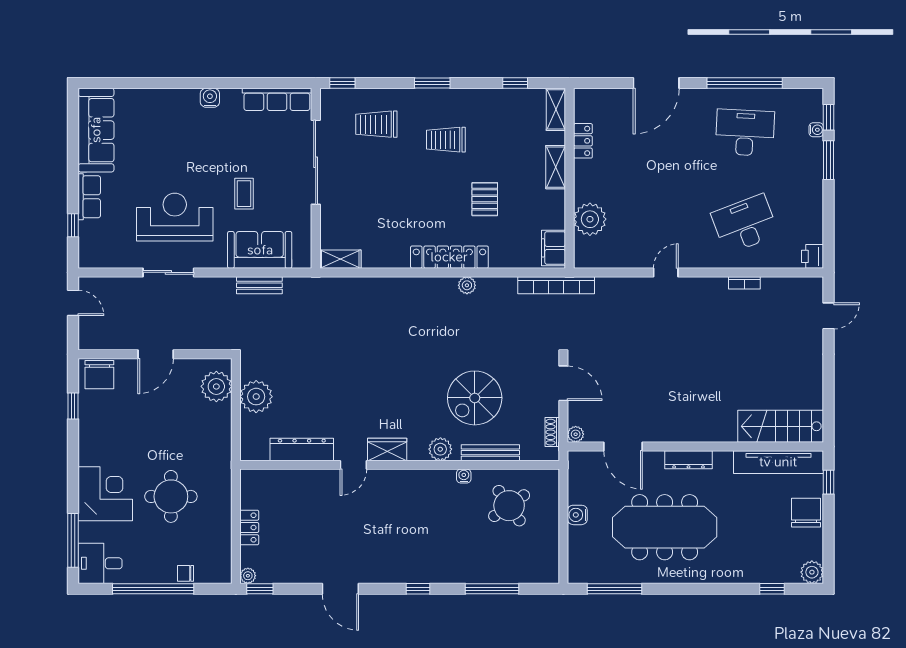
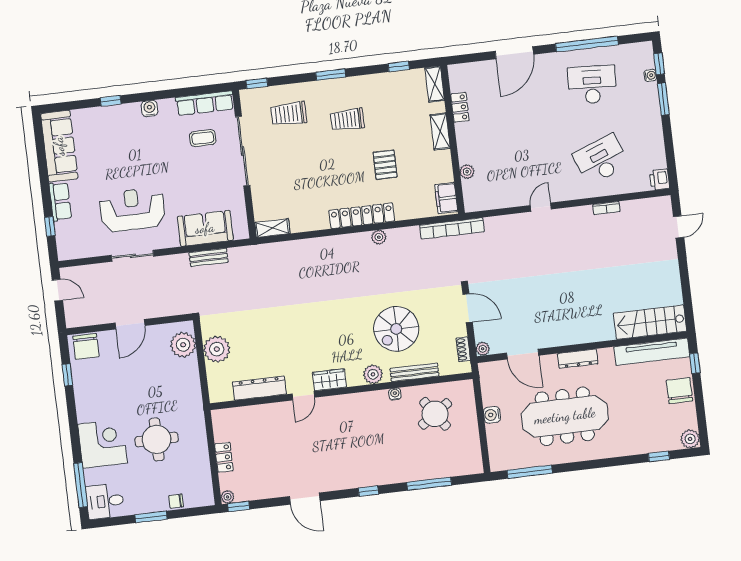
window: (164, 83) -> (111, 101), added
coffee table: (244, 194) -> (203, 138), moved, turned 90
plant: (590, 219) -> (467, 172), width x0.53, depth x0.53
window: (153, 589) -> (151, 517), width x0.47

